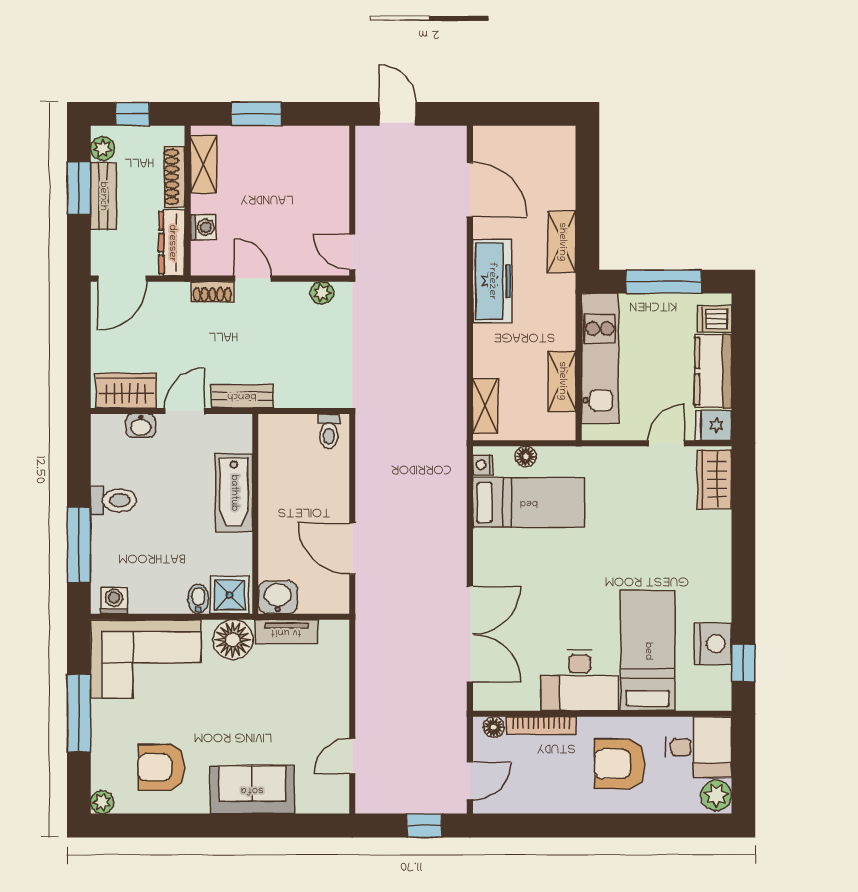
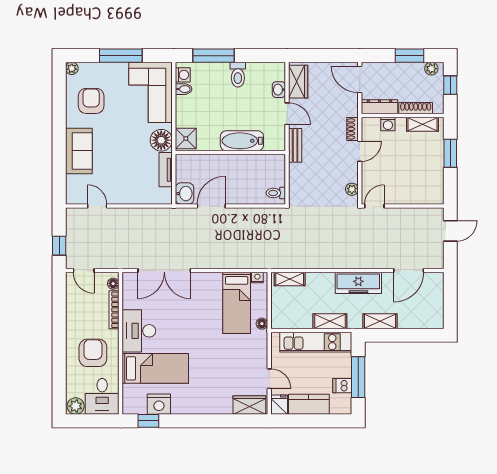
bench: (103, 196) -> (405, 69), removed
dishwasher: (714, 319) -> (342, 386), moved, turned -90
shelving: (562, 381) -> (330, 321), moved
floor lamp: (526, 457) -> (262, 324), moved
washbasin: (278, 597) -> (185, 194), moved
bidet: (198, 599) -> (184, 89), moved

